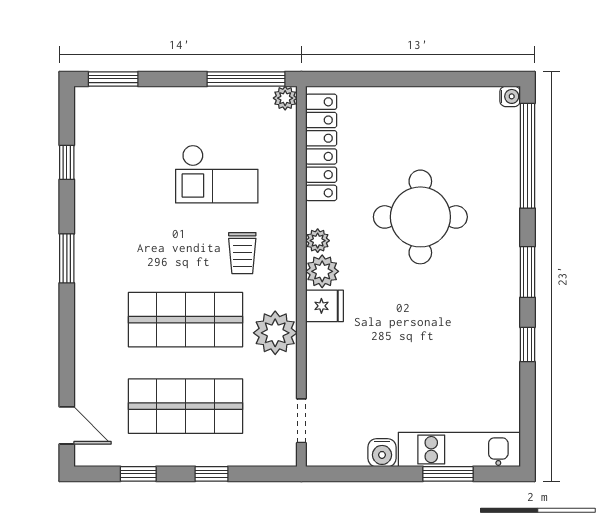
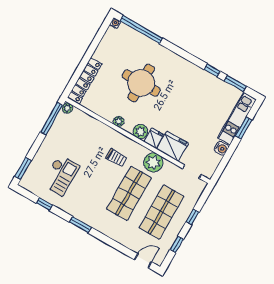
locker: (321, 147) -> (85, 81), moved, turned 90
checkout: (217, 174) -> (60, 175), moved
plant: (318, 241) -> (119, 121), moved
window: (527, 272) -> (235, 84), moved
fridge: (330, 353) -> (173, 146), added

